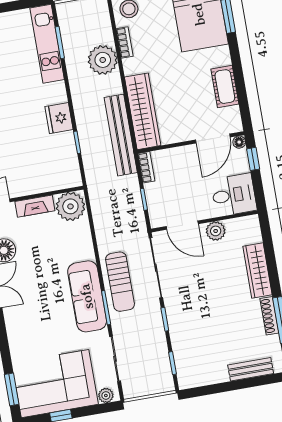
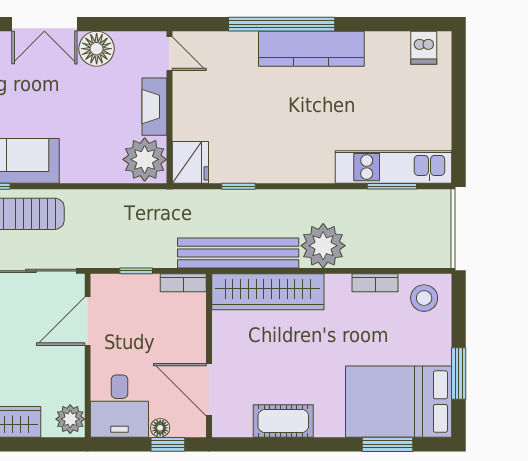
plant: (103, 60) -> (323, 246), moved
fridge: (59, 118) -> (190, 162), moved, turned 90
floor lamp: (239, 142) -> (160, 428), moved
plant: (216, 231) -> (70, 419), moved

